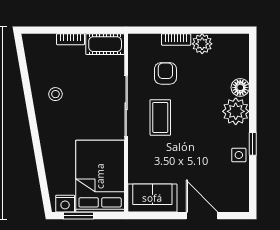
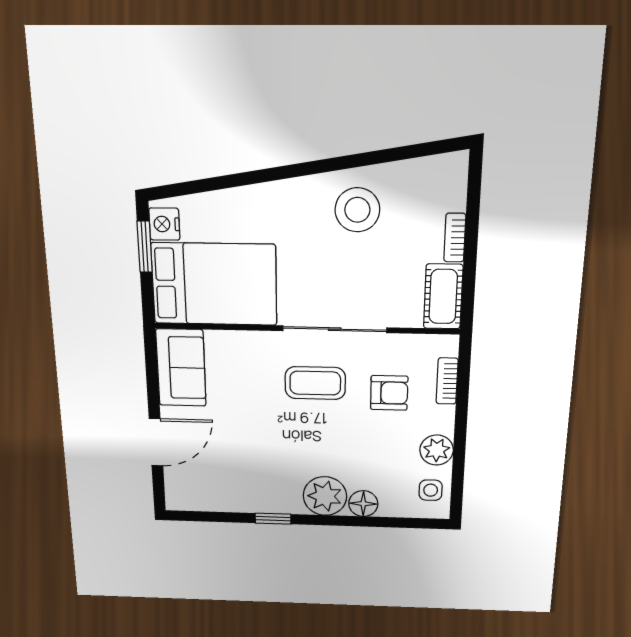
bookcase: (176, 40) -> (447, 381), moved
stool: (55, 94) -> (357, 210), width x1.89, depth x1.89
side table: (239, 155) -> (431, 490), moved

